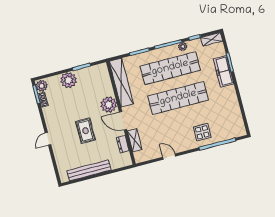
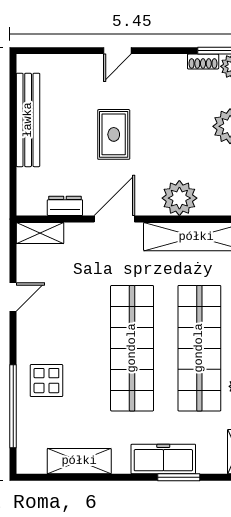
plant: (109, 105) -> (179, 198), moved
shelving: (234, 108) -> (79, 461), added
rug: (86, 131) -> (114, 134), turned 90
door: (48, 139) -> (117, 51), swing flipped
shelving: (135, 140) -> (40, 233), moved

